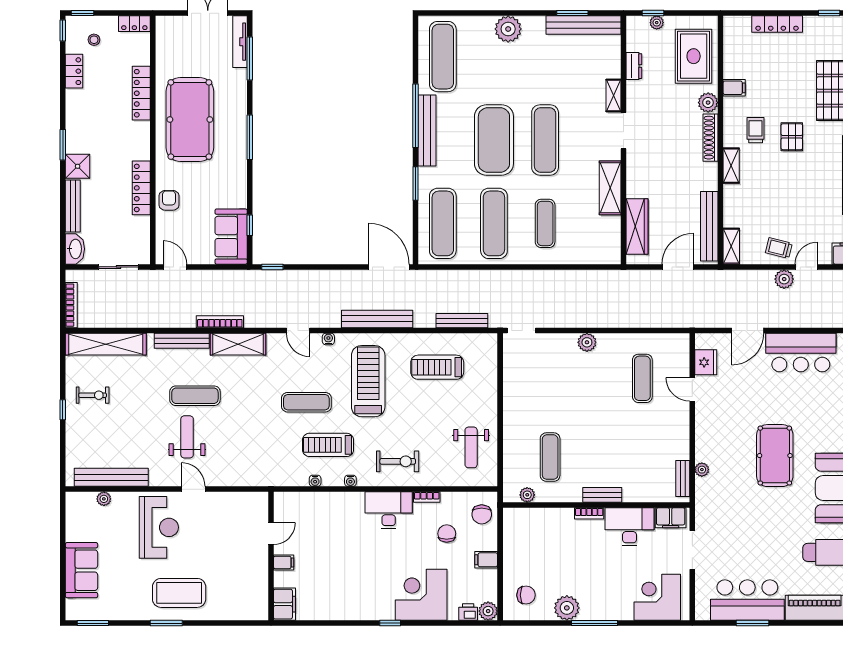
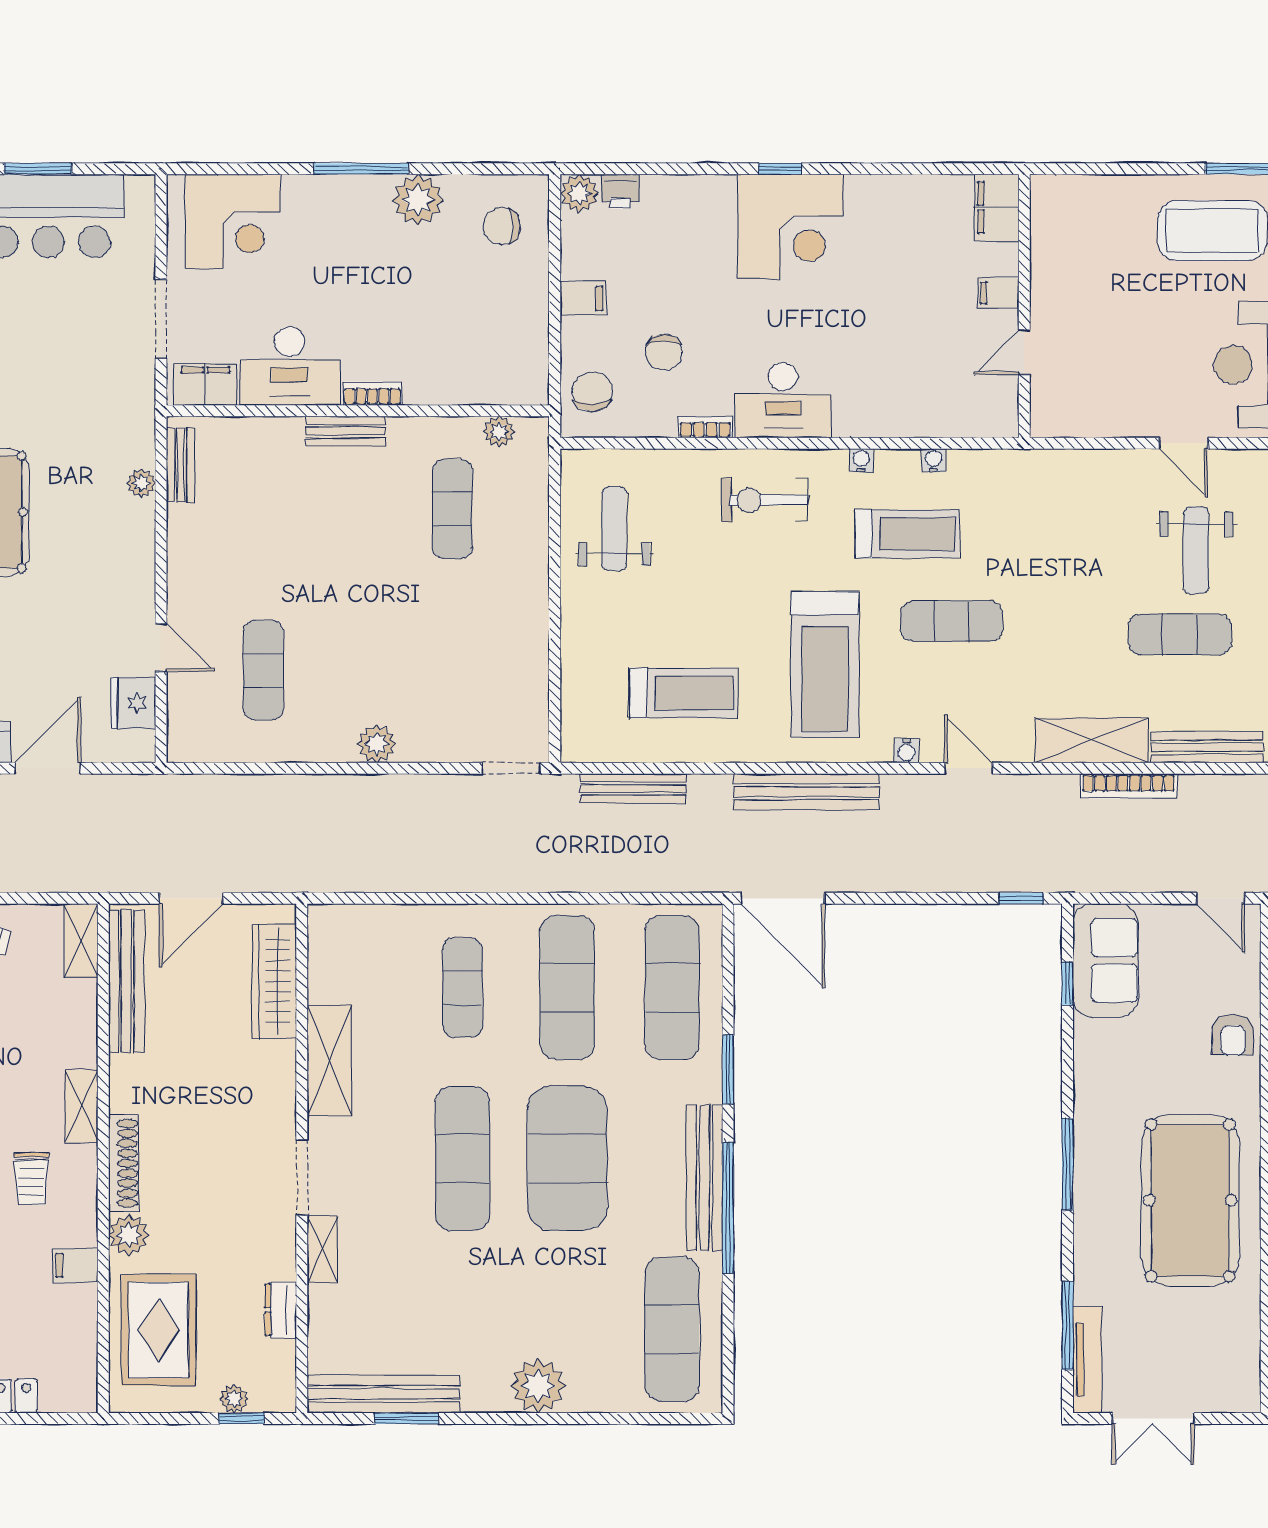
corner desk: (421, 595) -> (791, 227), moved

